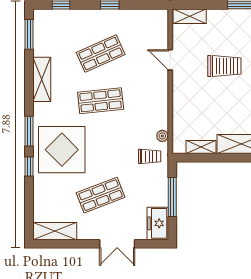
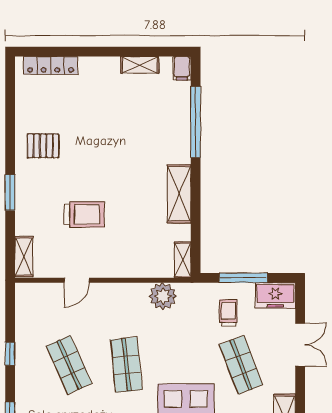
trolley: (224, 66) -> (84, 214), turned 90
plant: (162, 136) -> (163, 296), width x1.87, depth x1.87
shelving: (201, 147) -> (183, 260), moved
trolley: (150, 156) -> (228, 313), moved

